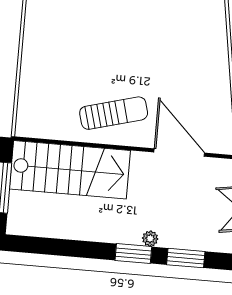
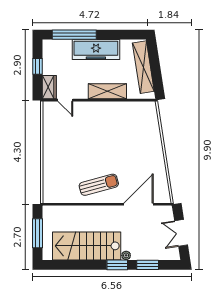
door: (179, 153) -> (139, 204), hinge flipped
stairs: (70, 170) -> (87, 246), moved, turned 180

